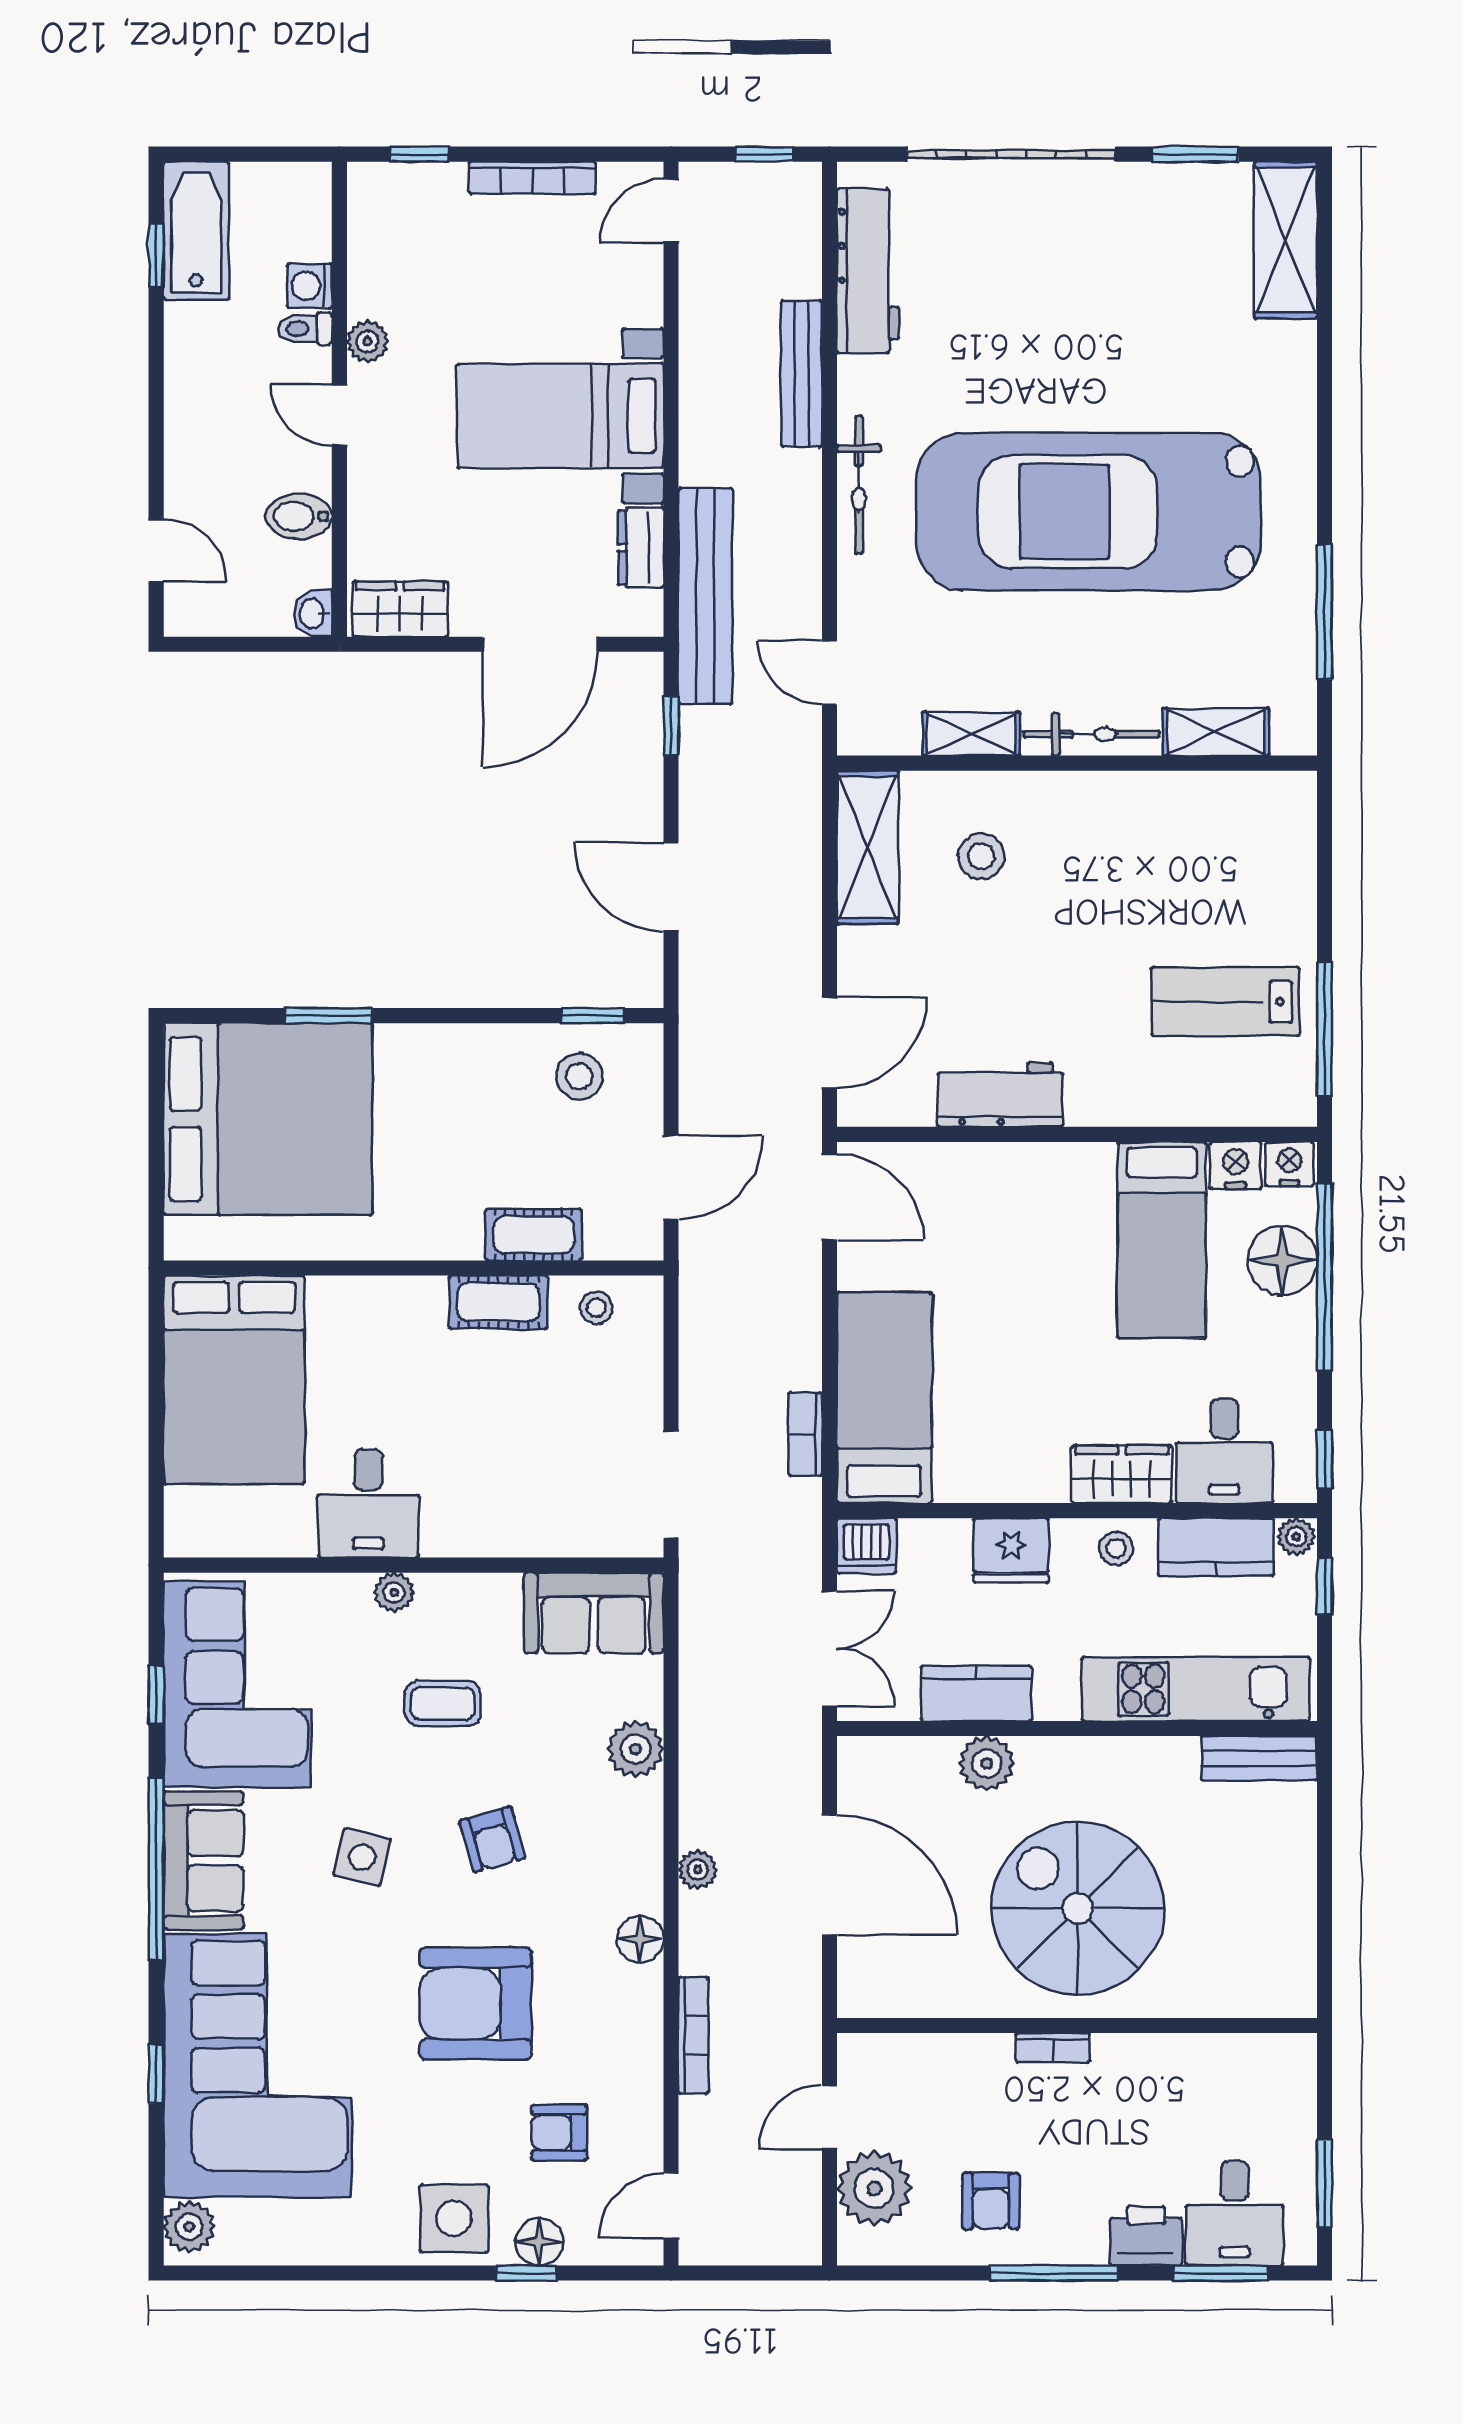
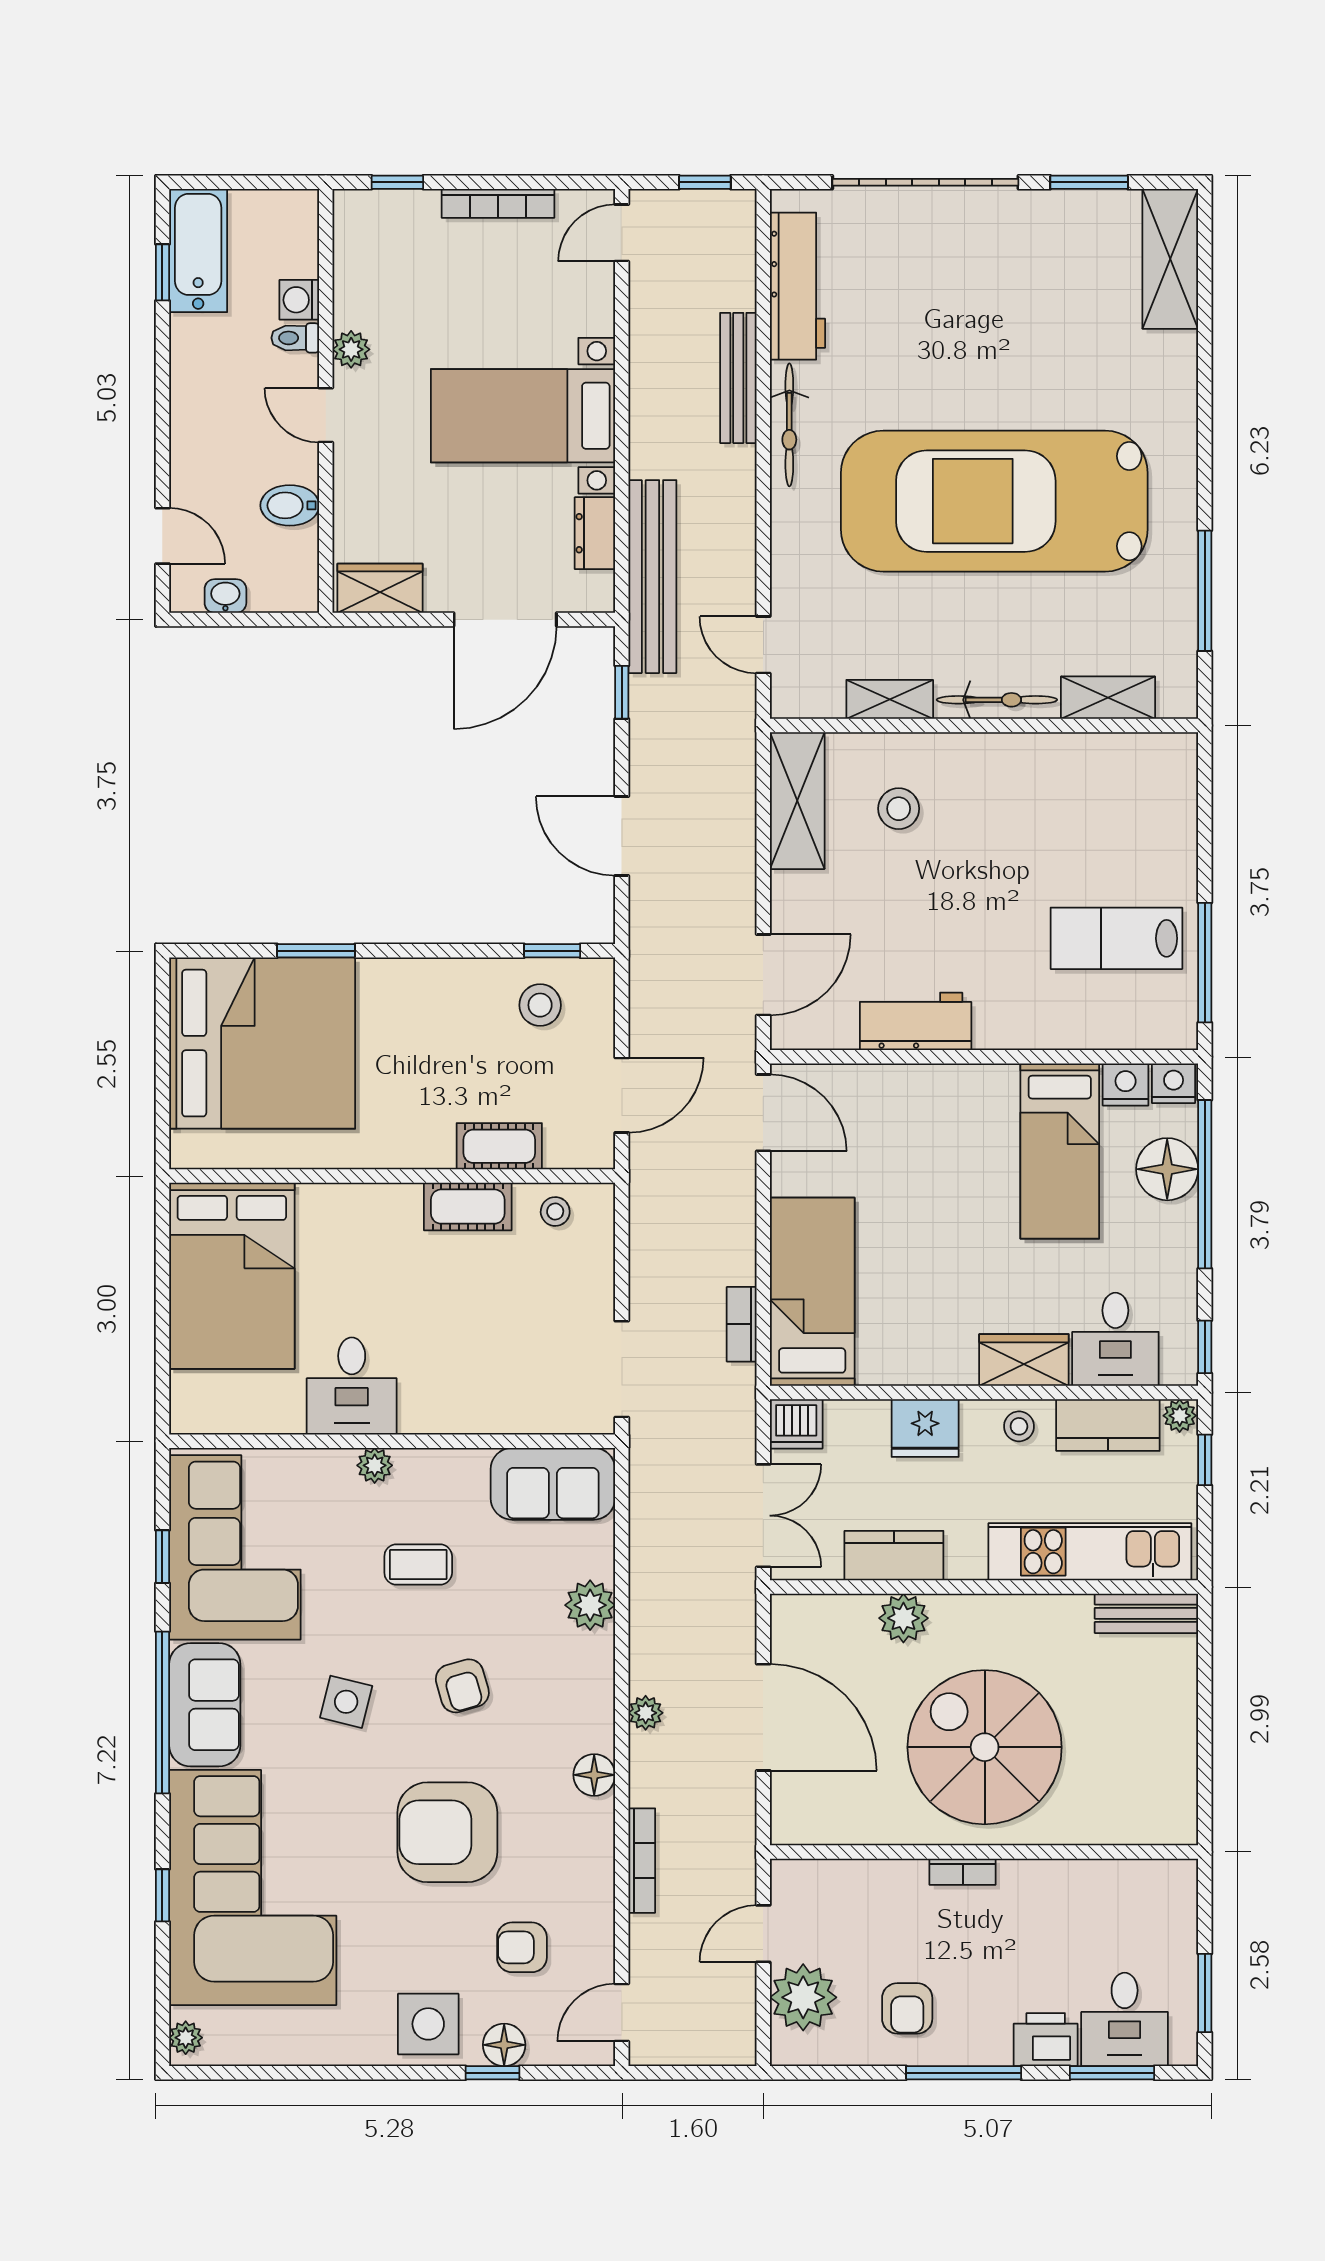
bicycle: (859, 485) -> (789, 425), moved
washbasin: (313, 613) -> (225, 596), moved, turned 90
plant: (189, 2227) -> (186, 2038), width x0.73, depth x0.73

